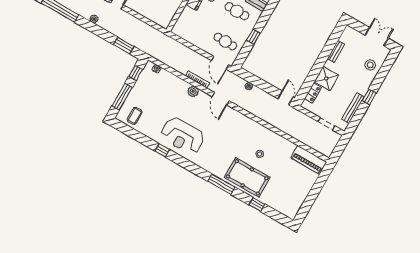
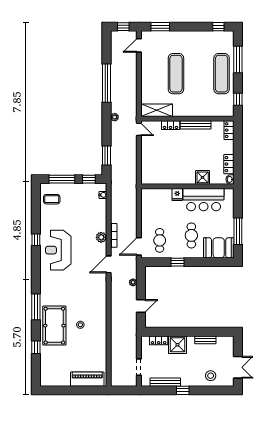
door: (285, 98) -> (141, 306), moved
piano: (309, 160) -> (87, 379), moved, turned 90

